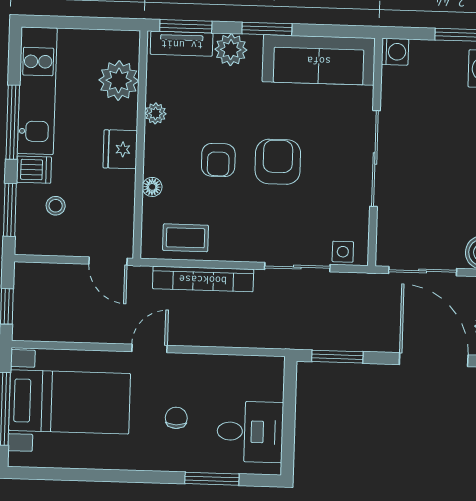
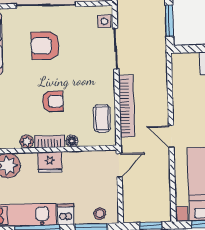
bookcase: (153, 151) -> (50, 142), added
armchair: (278, 162) -> (45, 46), moved
stool: (56, 206) -> (100, 214), moved

